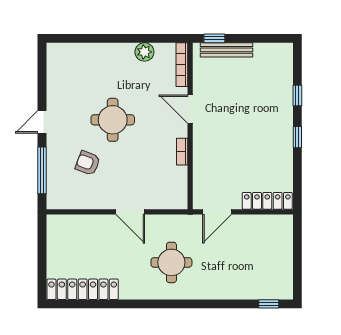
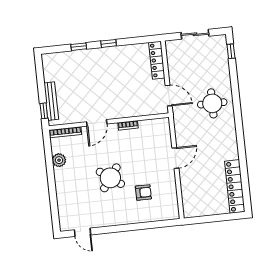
round table: (113, 120) -> (110, 178), turned 36
door: (42, 122) -> (83, 232), moved
armchair: (88, 163) -> (143, 192), turned -111
window: (42, 170) -> (152, 225), removed
sliding door: (297, 257) -> (195, 34), added
round table: (171, 262) -> (212, 103), moved

